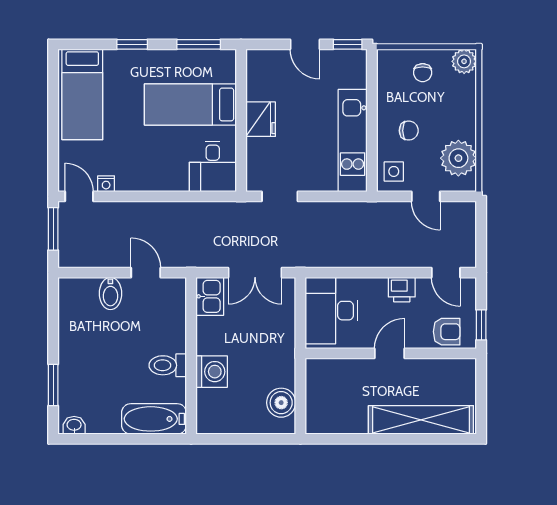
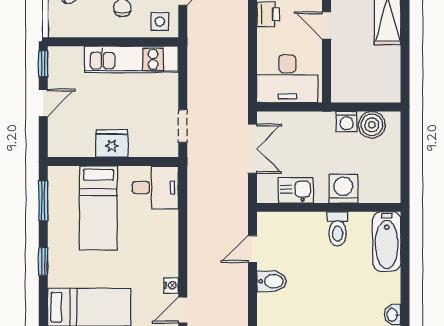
kitchen sink: (210, 296) -> (296, 190), moved
washing machine: (285, 375) -> (347, 122), added

